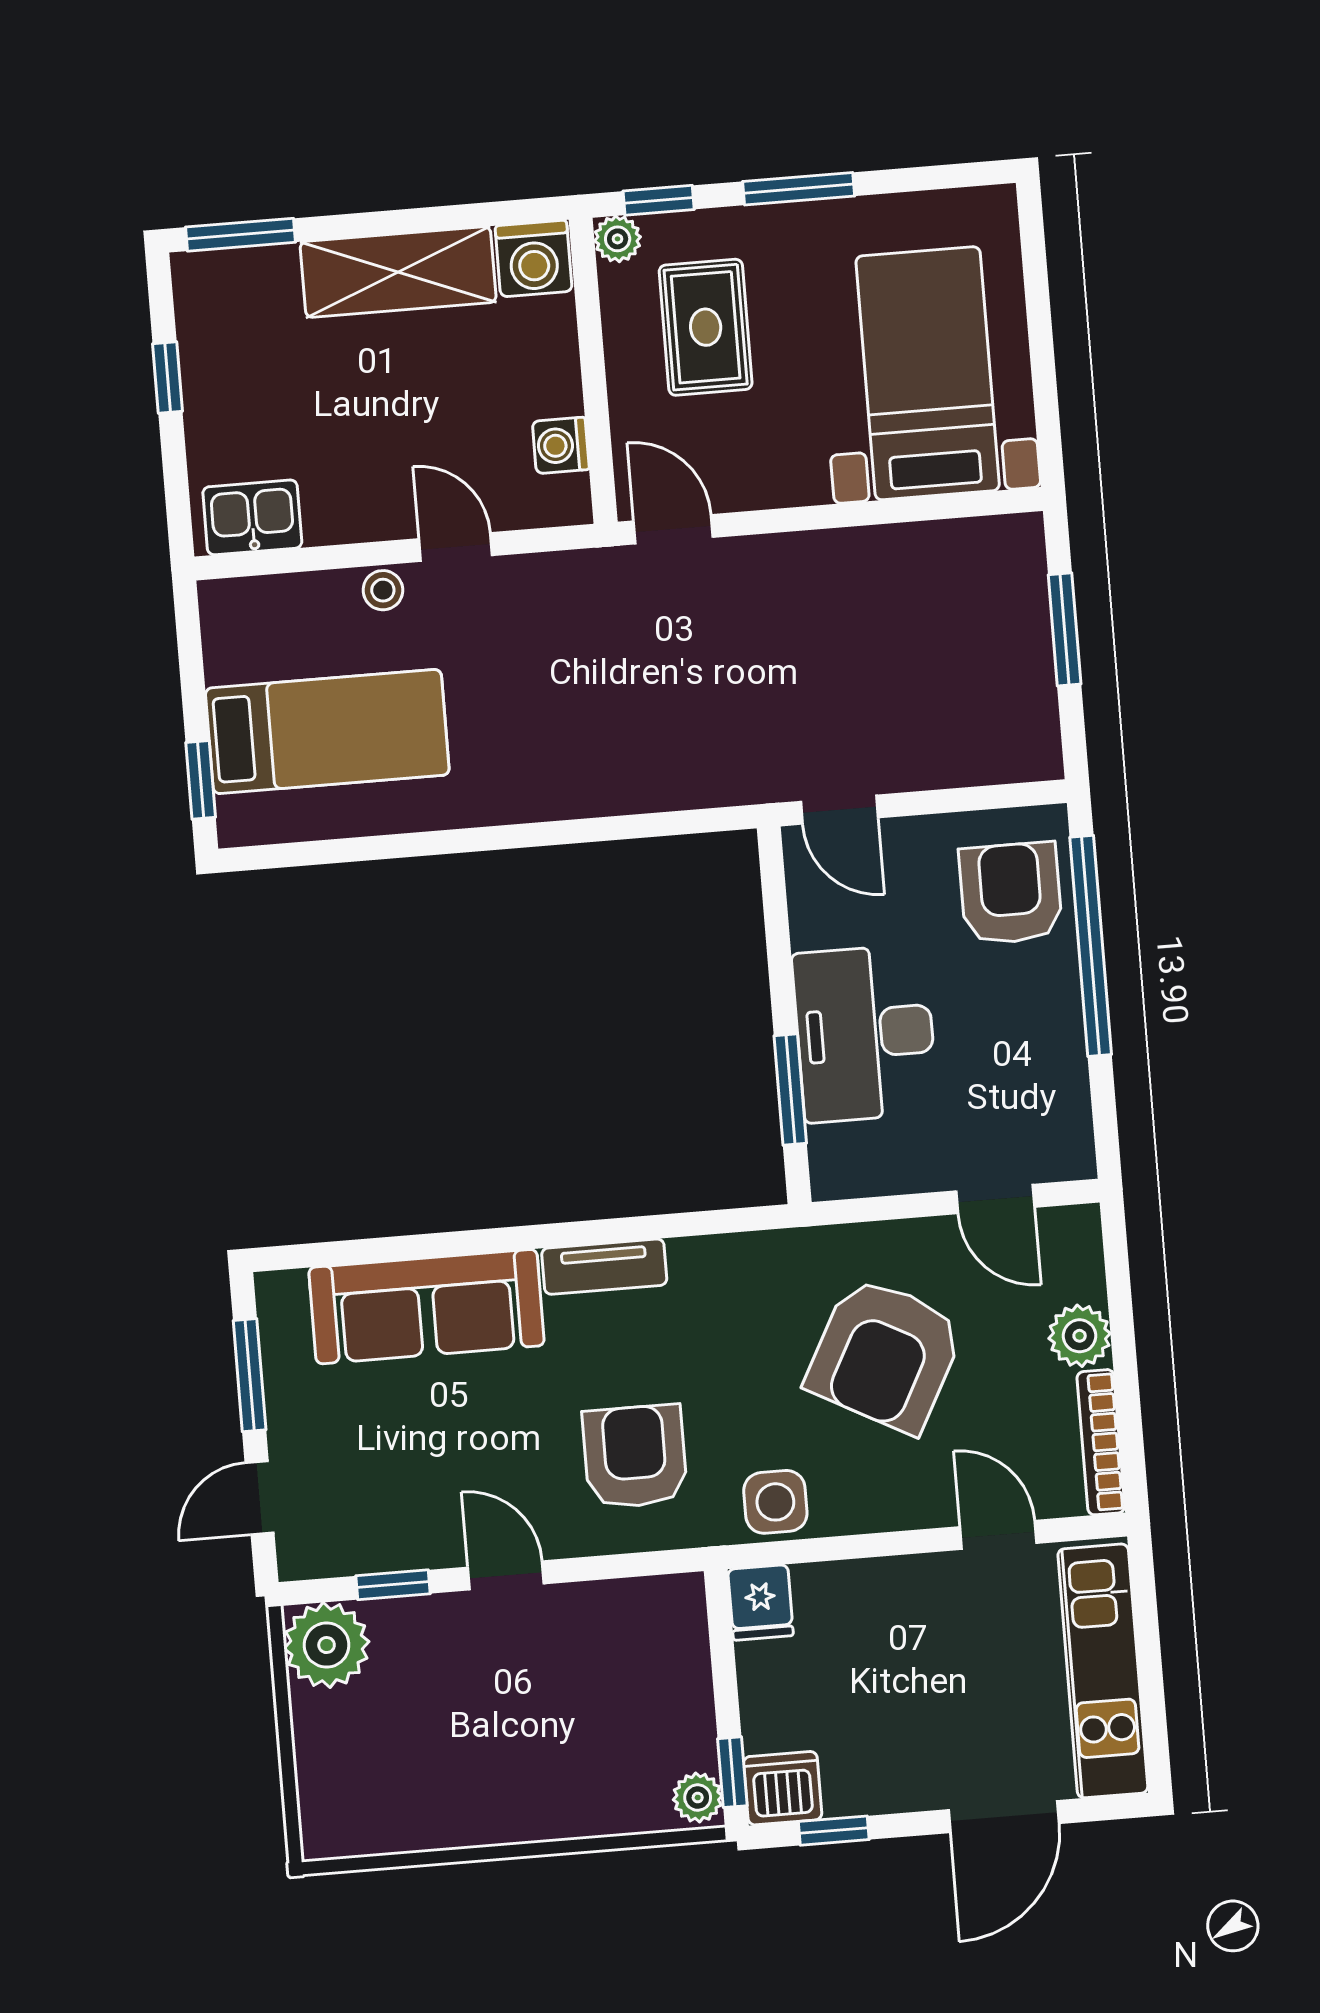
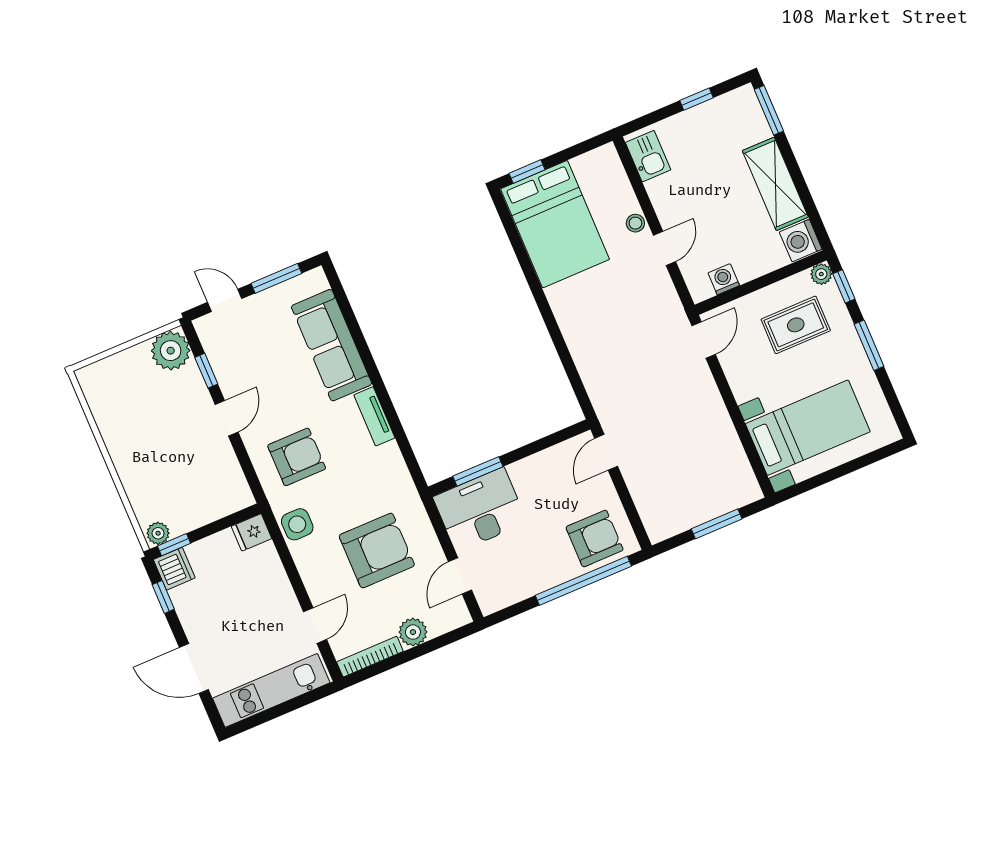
bed: (327, 732) -> (555, 224), width x1.50
desk: (865, 1033) -> (480, 510), moved
armchair: (885, 1354) -> (377, 551), turned 152

